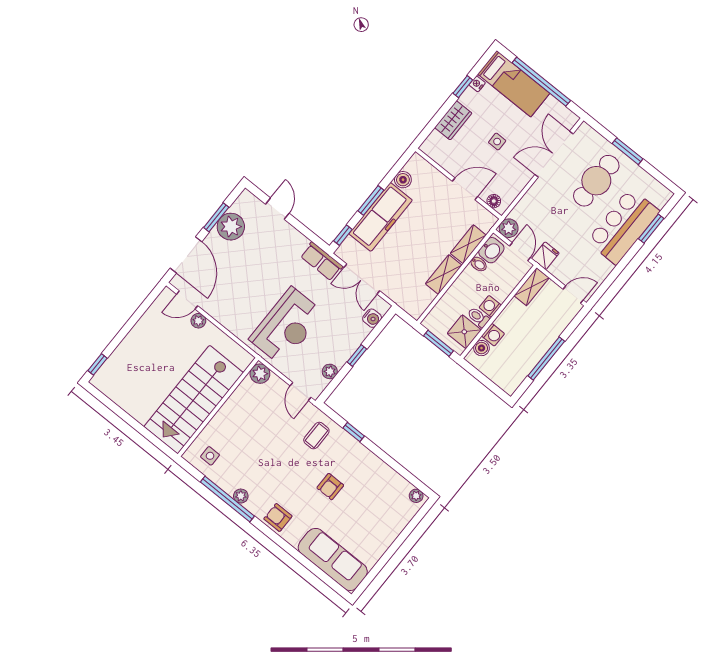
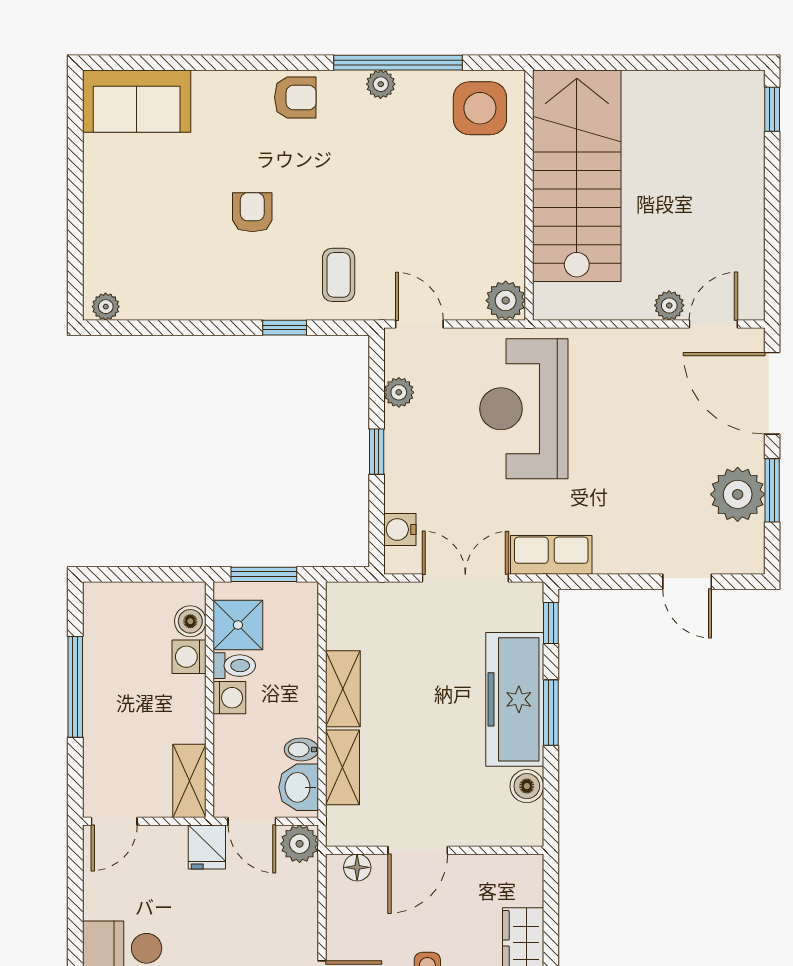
side table: (210, 456) -> (480, 108), width x1.87, depth x1.87
sofa: (333, 559) -> (137, 101), width x0.73

